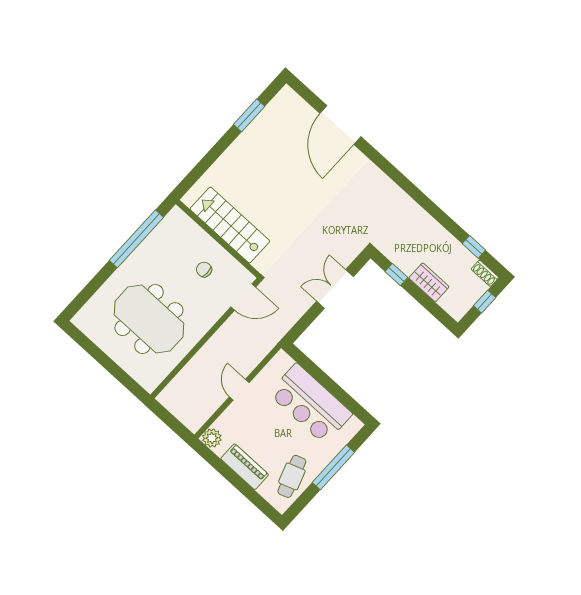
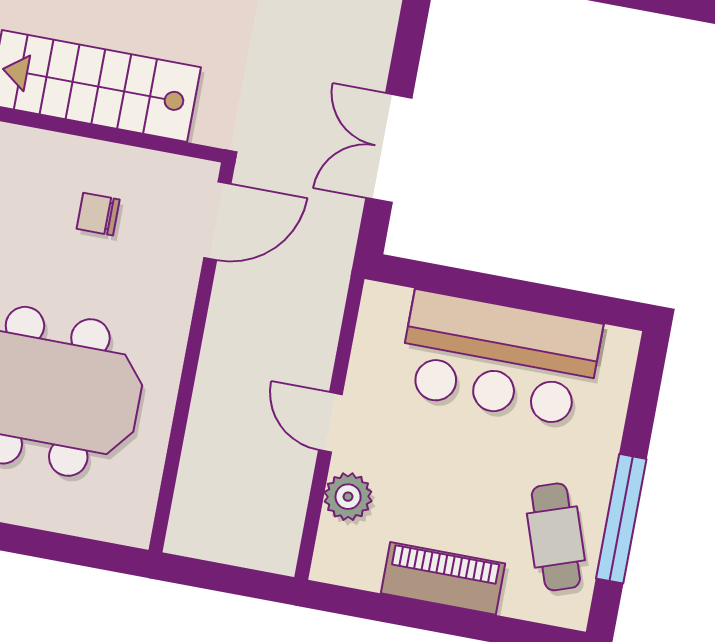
double door: (335, 289) -> (389, 148), moved
plant: (212, 438) -> (348, 497), moved
window: (333, 467) -> (621, 519), moved

